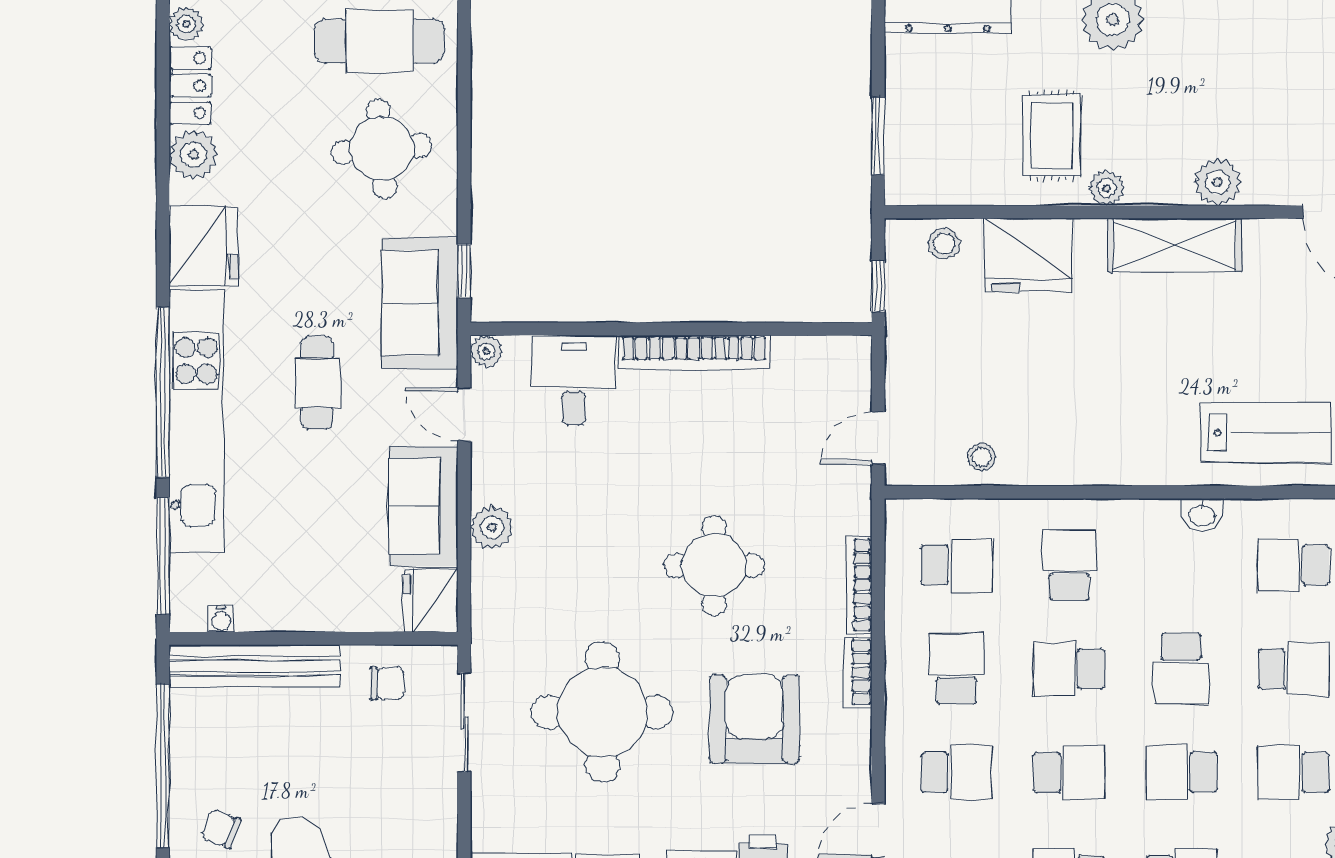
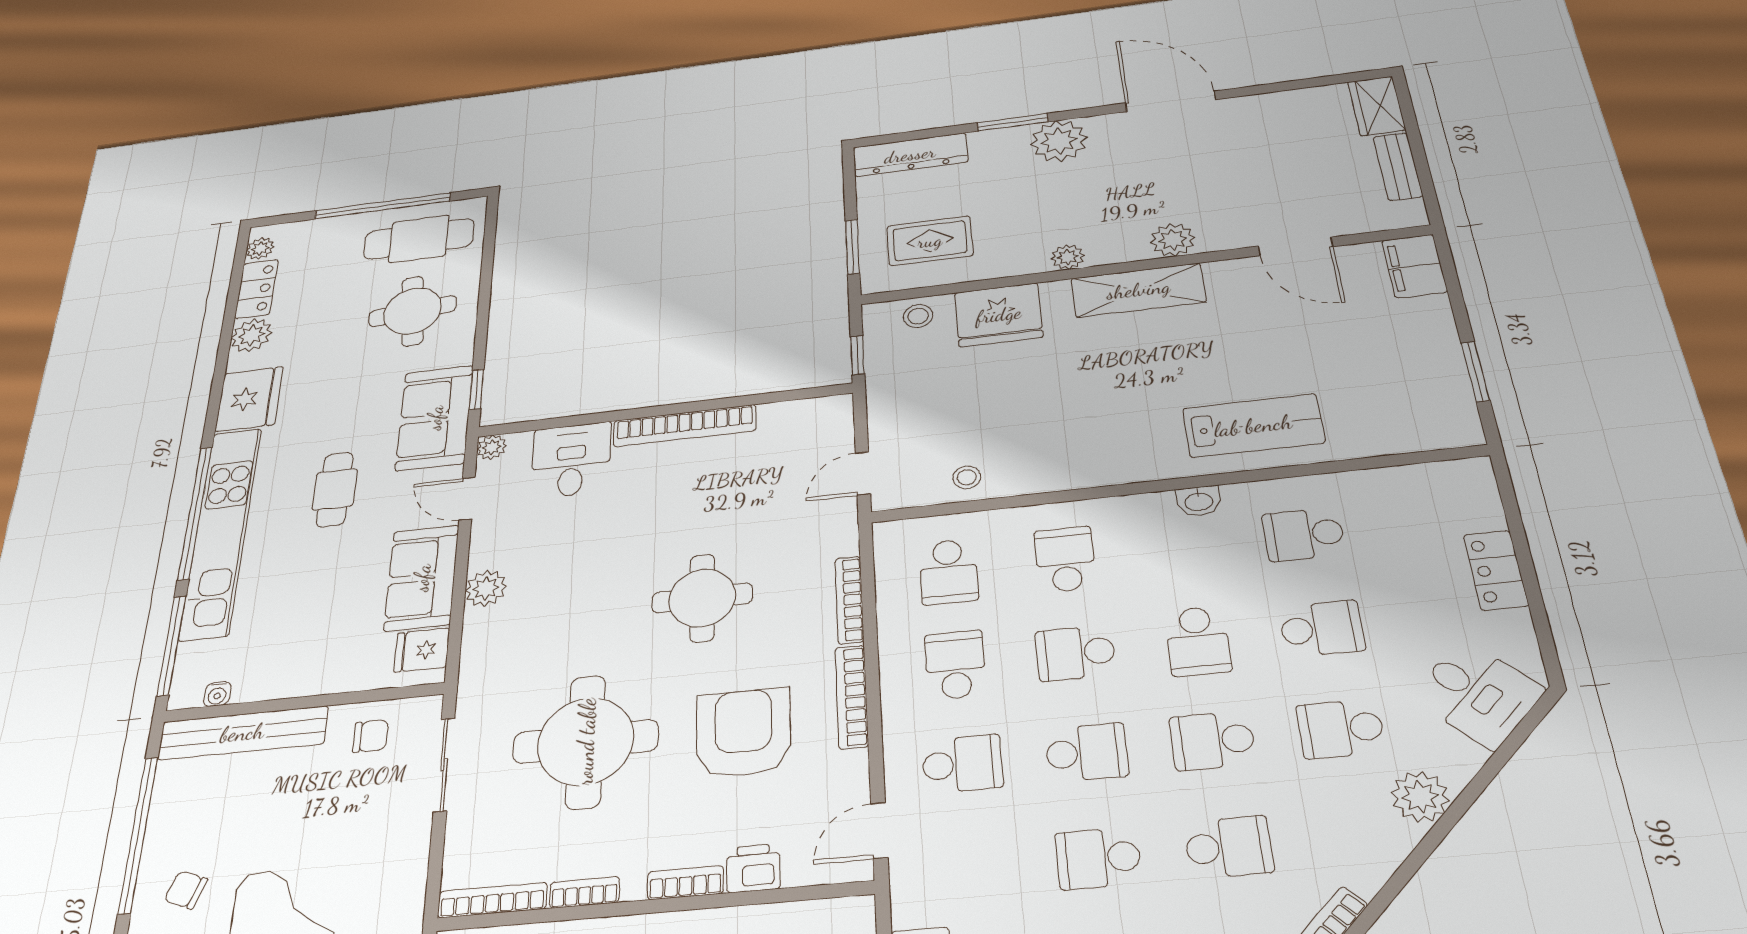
rug: (1052, 136) -> (930, 241), moved, turned 90
school desk: (957, 565) -> (948, 572), turned 90
fridge: (431, 601) -> (422, 650), width x0.72
bookcase: (858, 672) -> (852, 697), width x1.56

